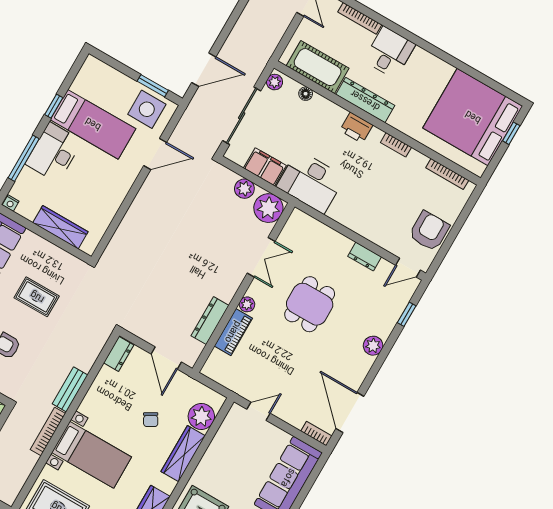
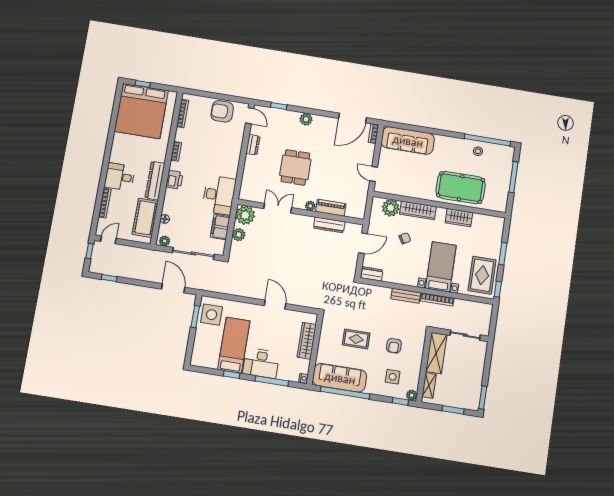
door: (155, 154) -> (275, 305), moved
rug: (37, 297) -> (356, 339), turned 90
dining table: (310, 304) -> (295, 167), turned 90

